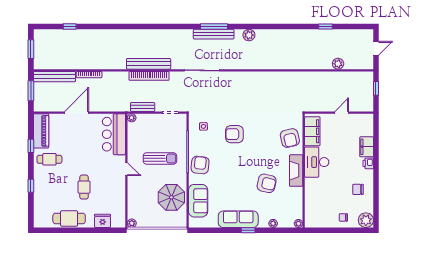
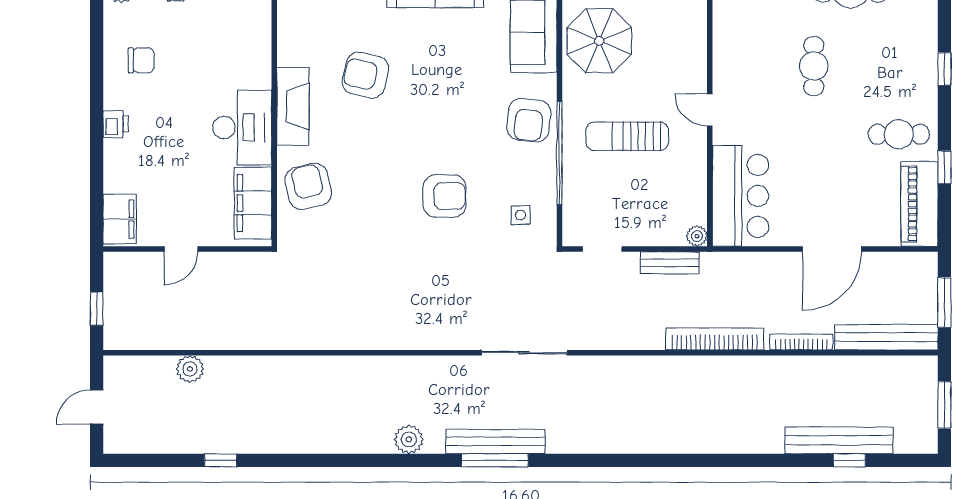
bench: (149, 64) -> (839, 440), moved
bookcase: (149, 76) -> (715, 339), moved
filing cabinet: (367, 147) -> (120, 219), moved

